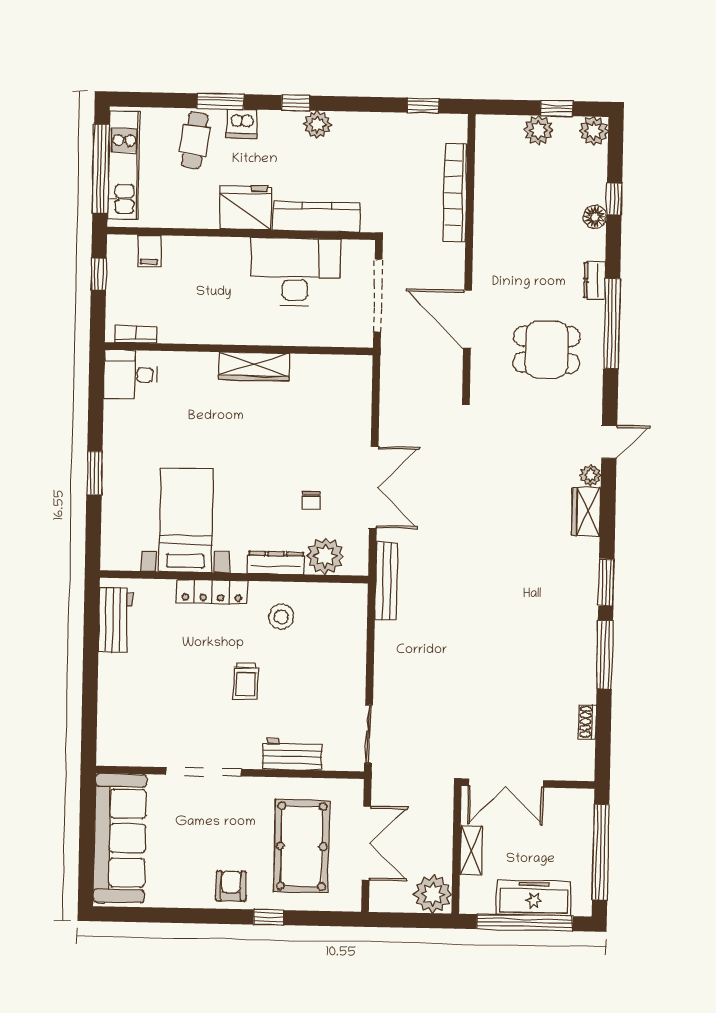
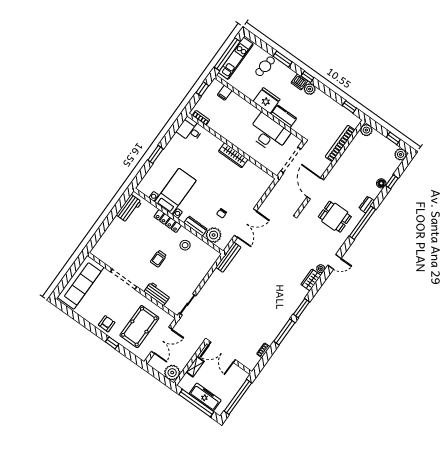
dishwasher: (242, 124) -> (299, 82), moved
plant: (538, 130) -> (366, 130), moved
kitchen counter: (317, 217) -> (284, 116), width x0.67

